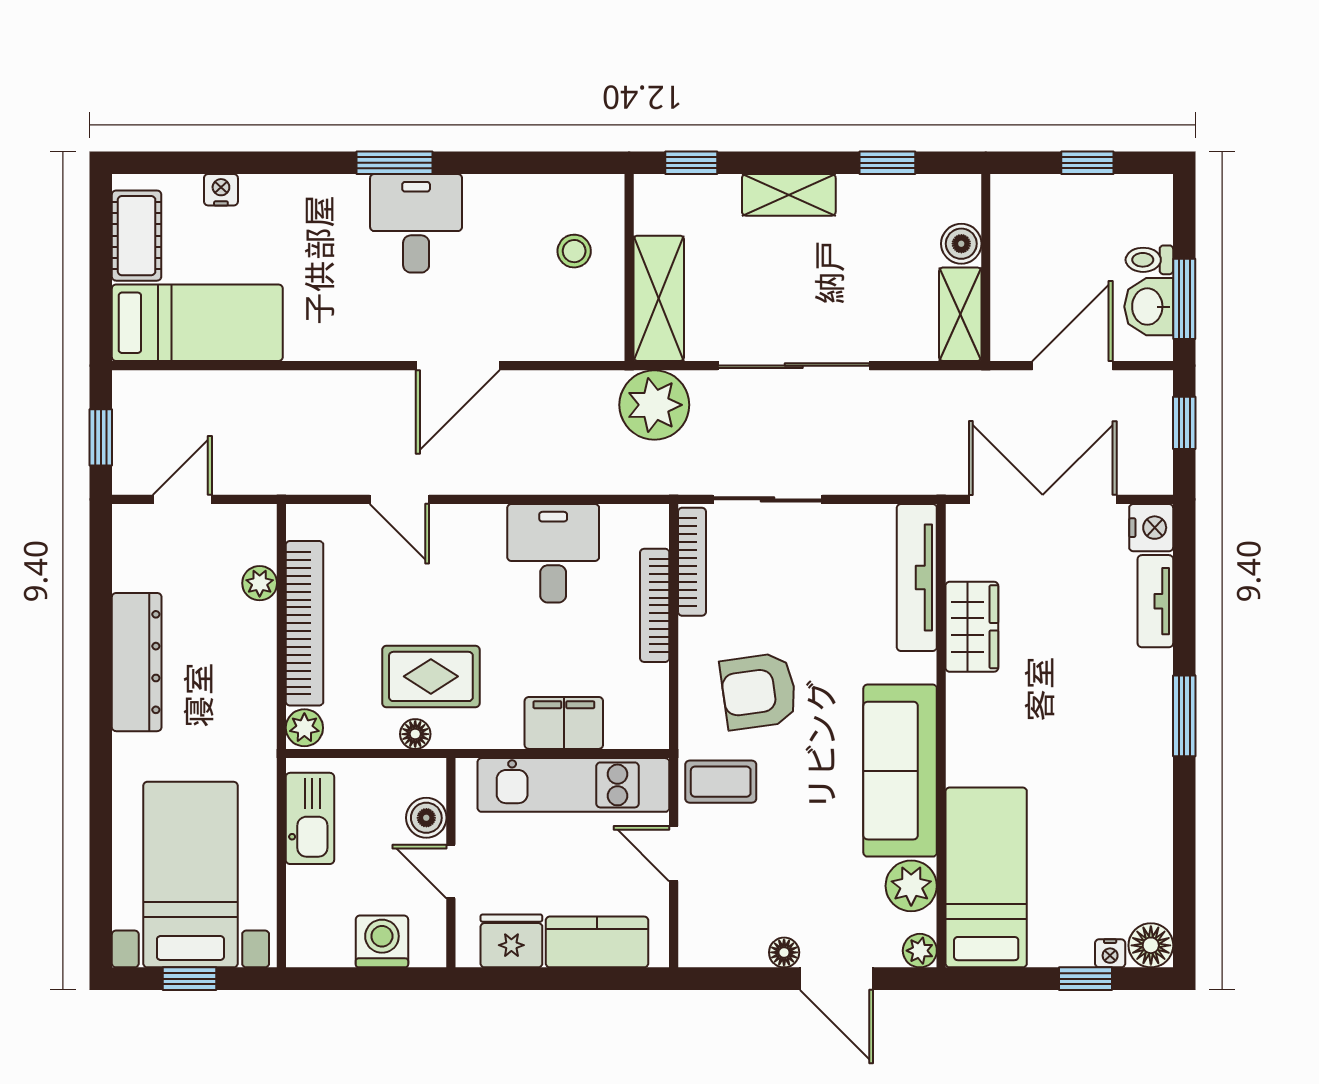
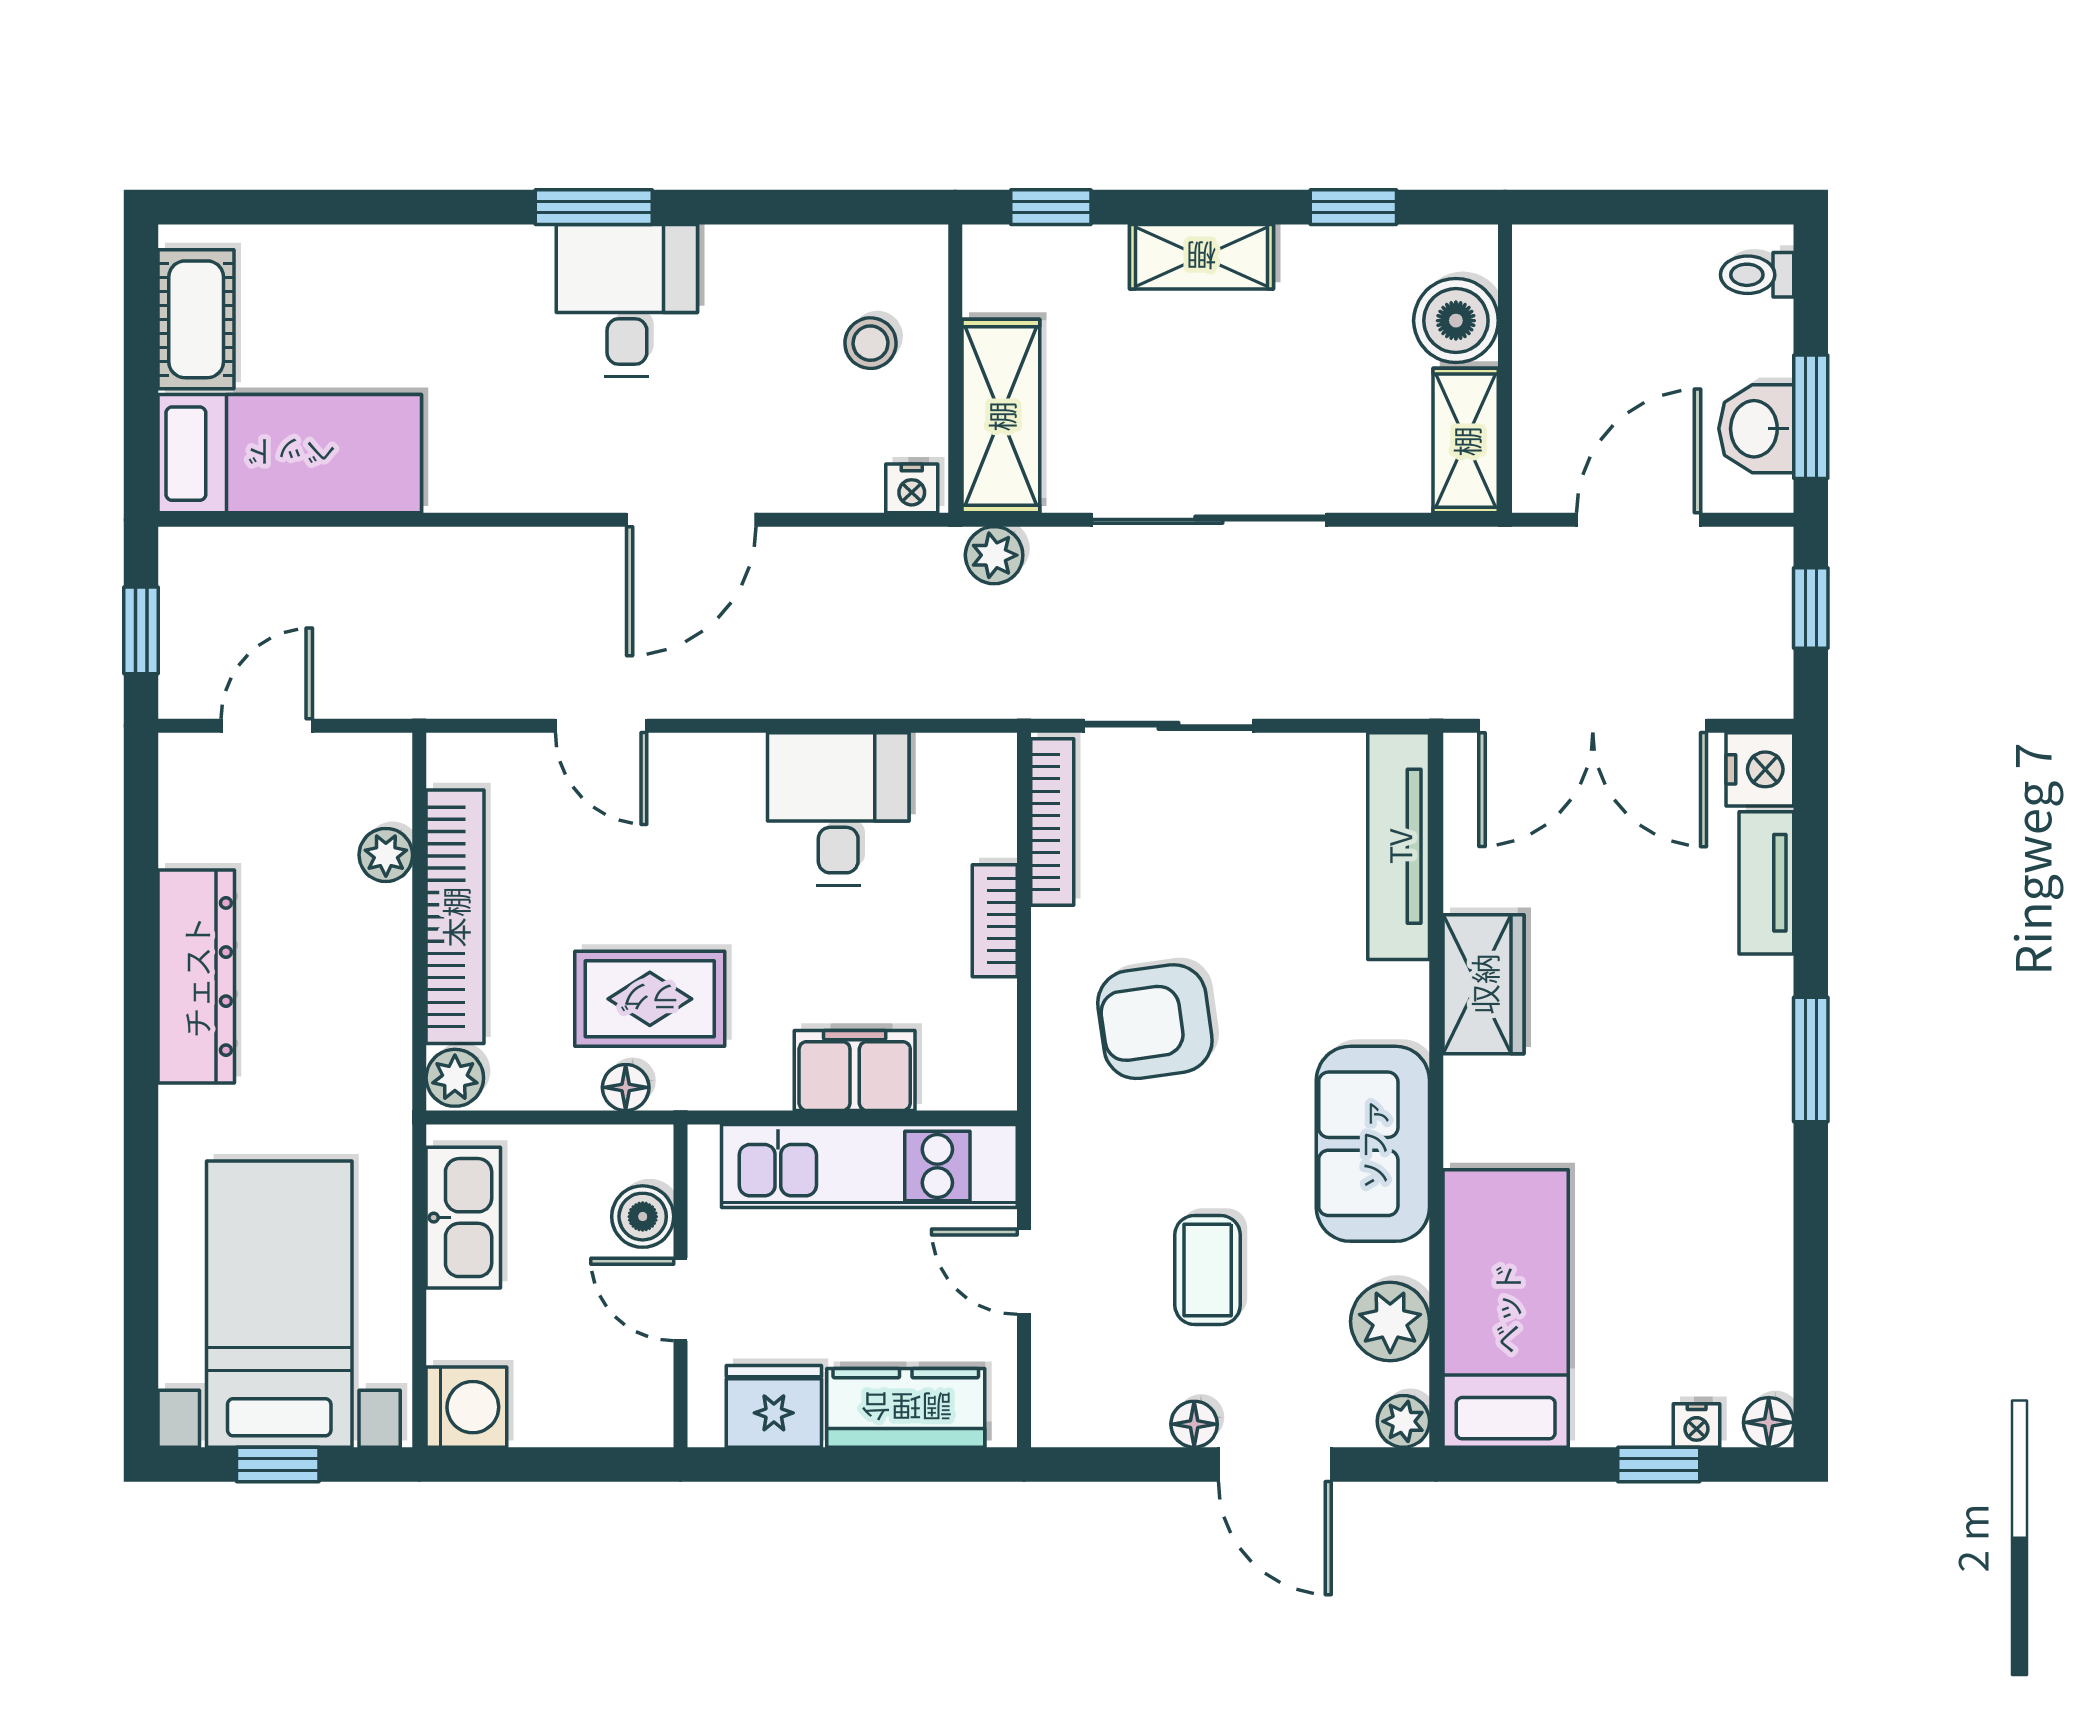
window: (1087, 163) -> (1661, 207), removed
nightstand: (221, 190) -> (912, 488), moved, turned 180
boiler: (961, 244) -> (1456, 321), width x1.36, depth x1.36
toilet: (1149, 260) -> (1757, 275), moved
plant: (654, 405) -> (994, 555), width x0.53, depth x0.53
double door: (1043, 499) -> (1593, 726), swing flipped
bookcase: (655, 605) -> (995, 921), width x0.64
wardrobe: (972, 627) -> (1484, 984), moved
sofa: (900, 771) -> (1373, 1144), width x0.73
coffee table: (721, 782) -> (1208, 1270), moved, turned 90
washing machine: (382, 941) -> (466, 1407), moved, turned 90
floor lamp: (1151, 945) -> (1769, 1422), width x0.73, depth x0.73

